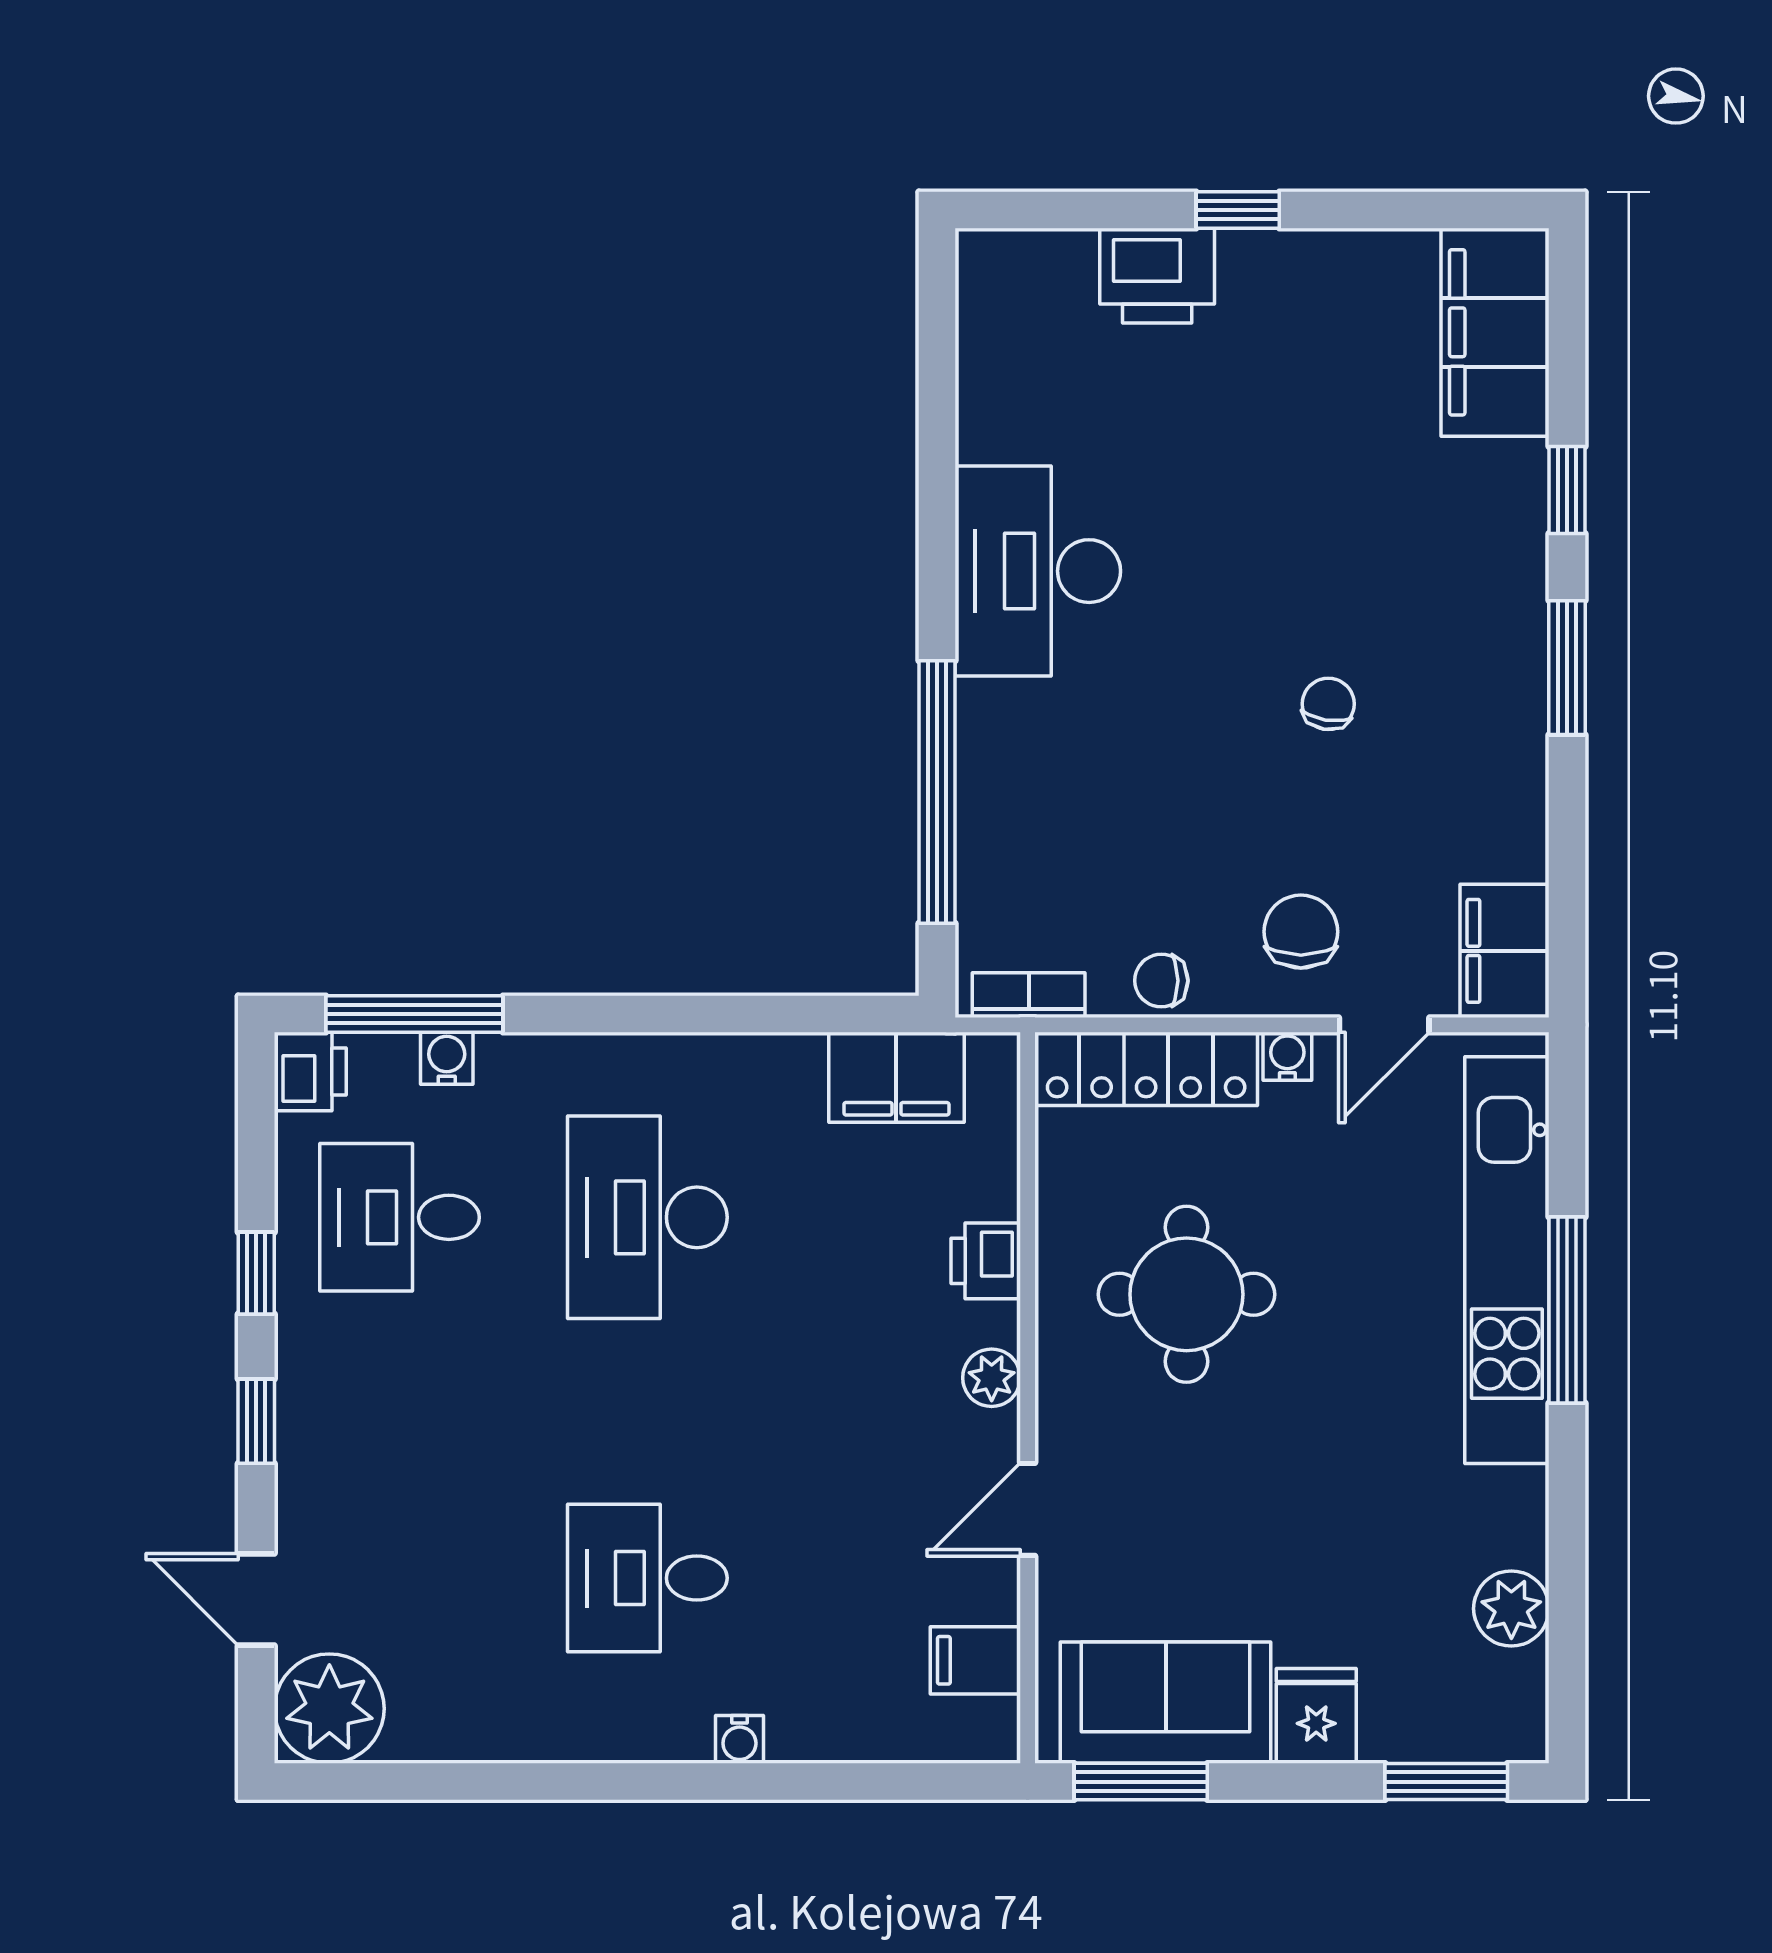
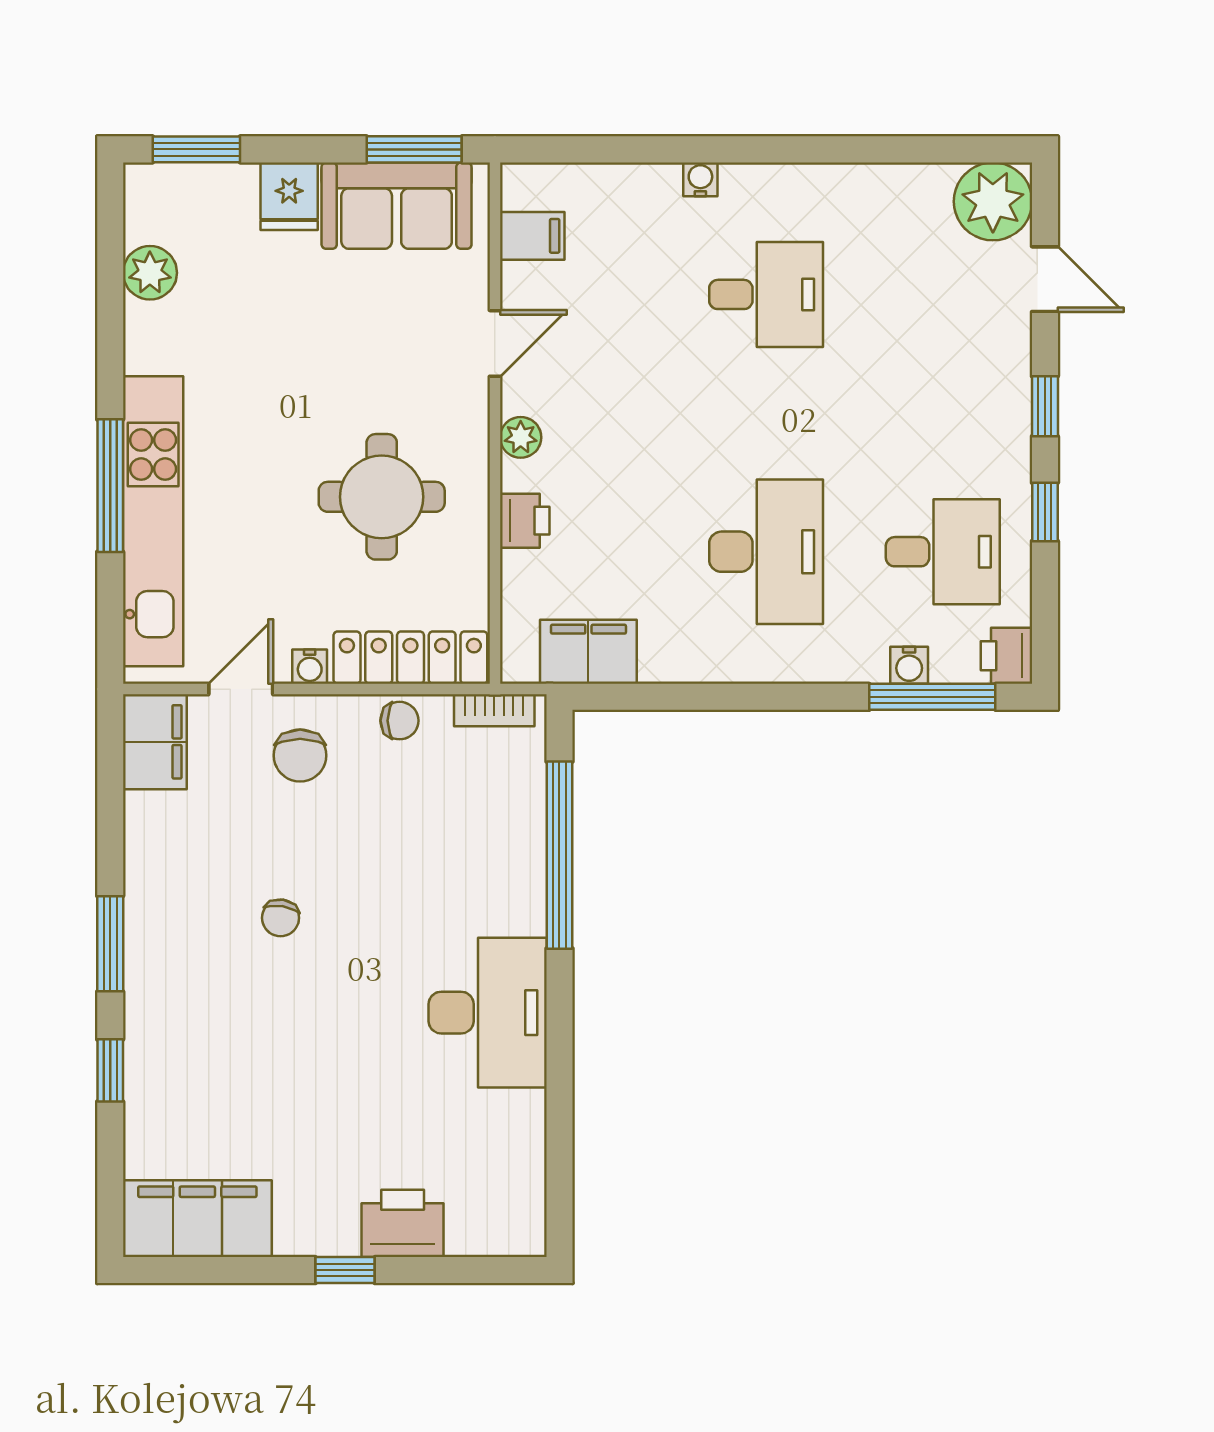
filing cabinet: (1495, 332) -> (197, 1219), moved, turned -90

